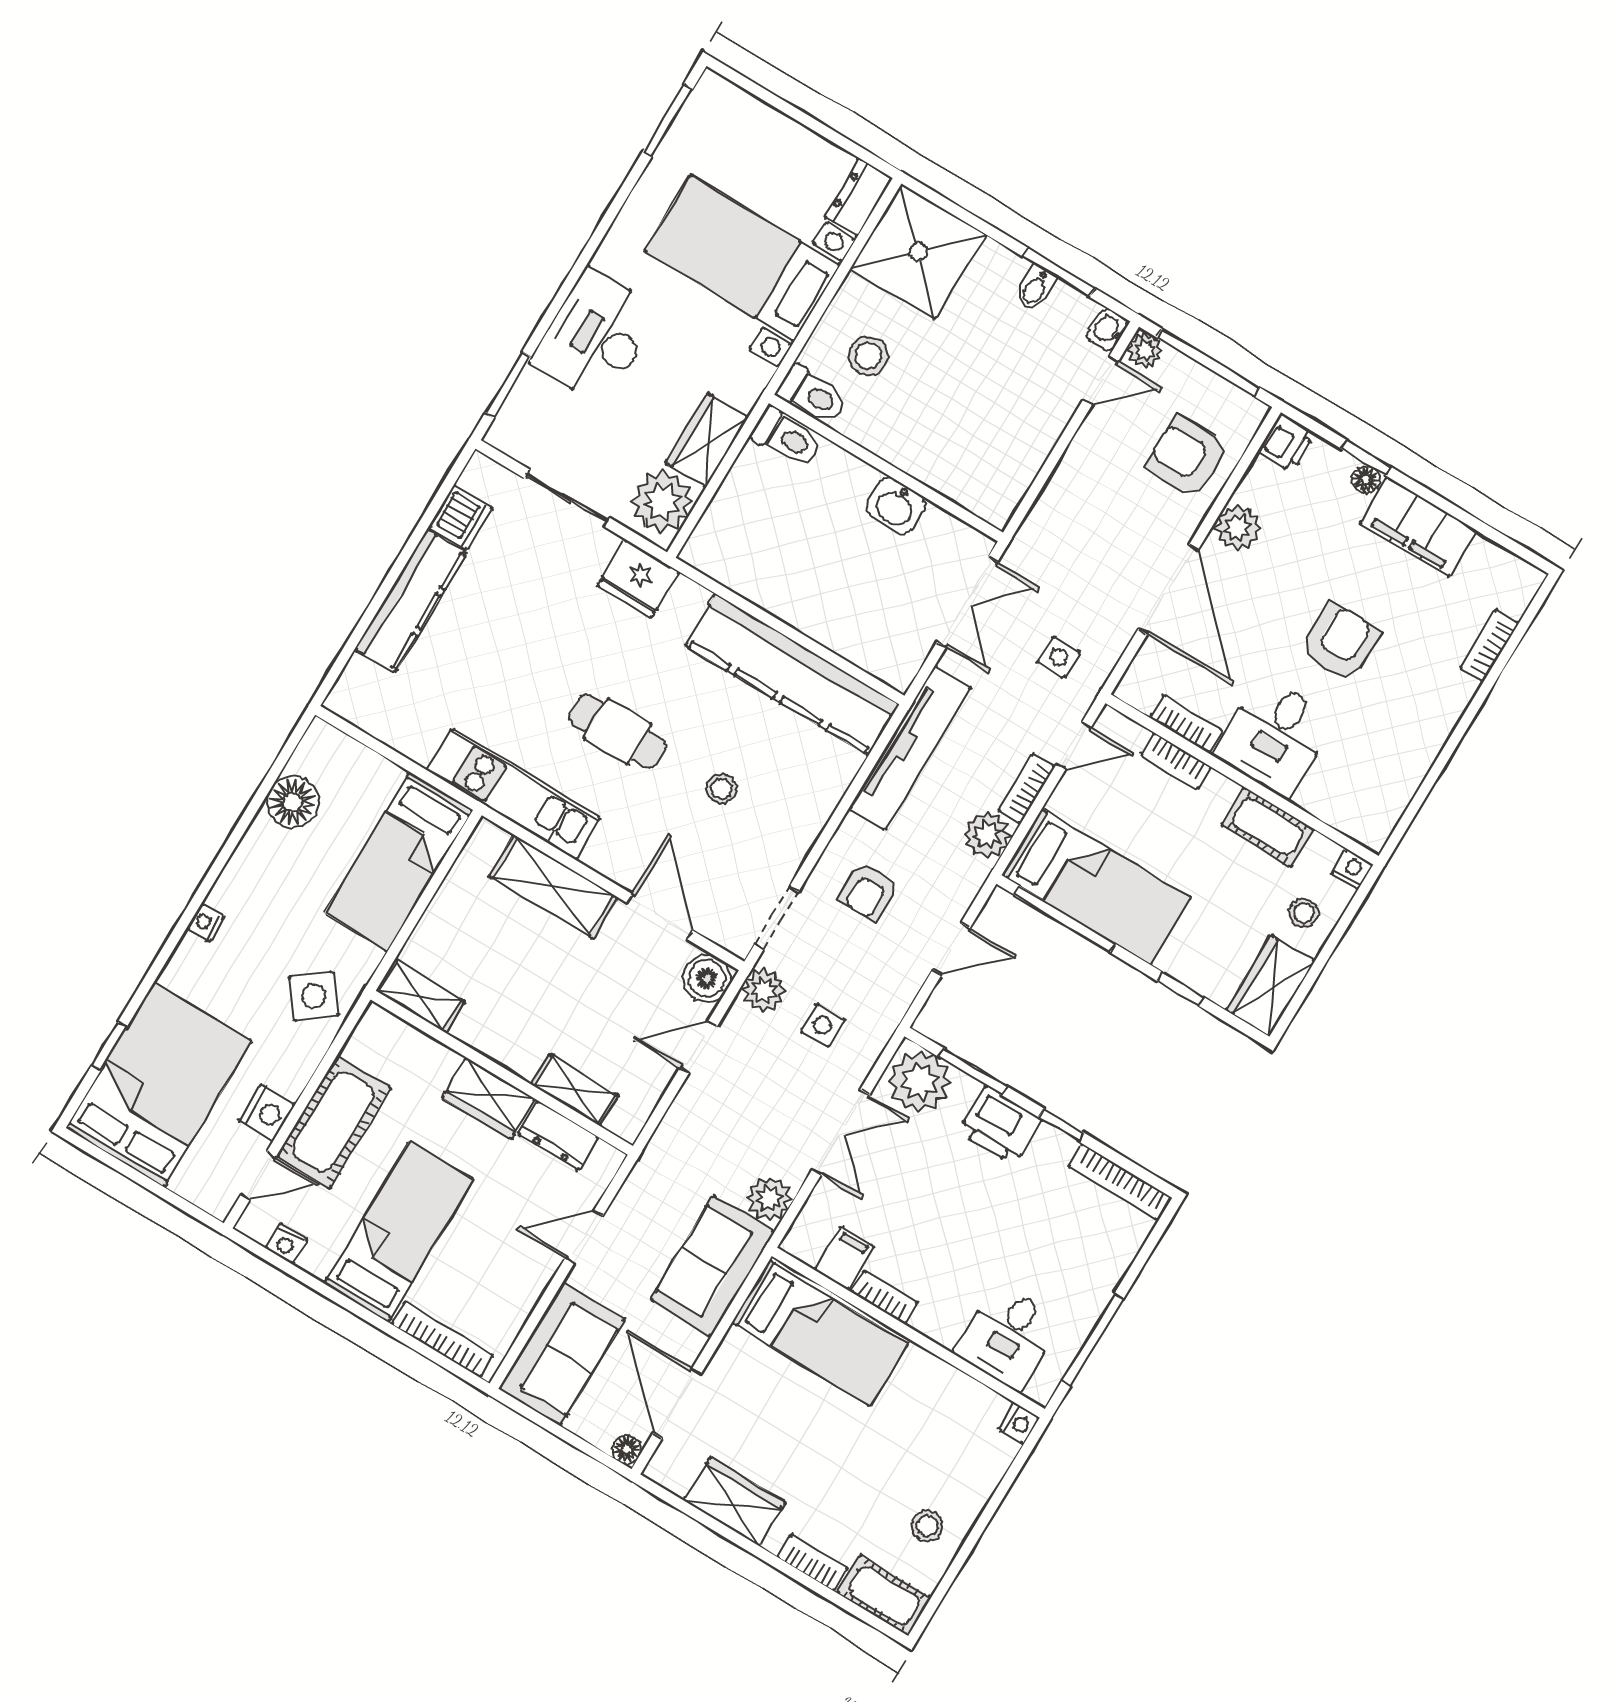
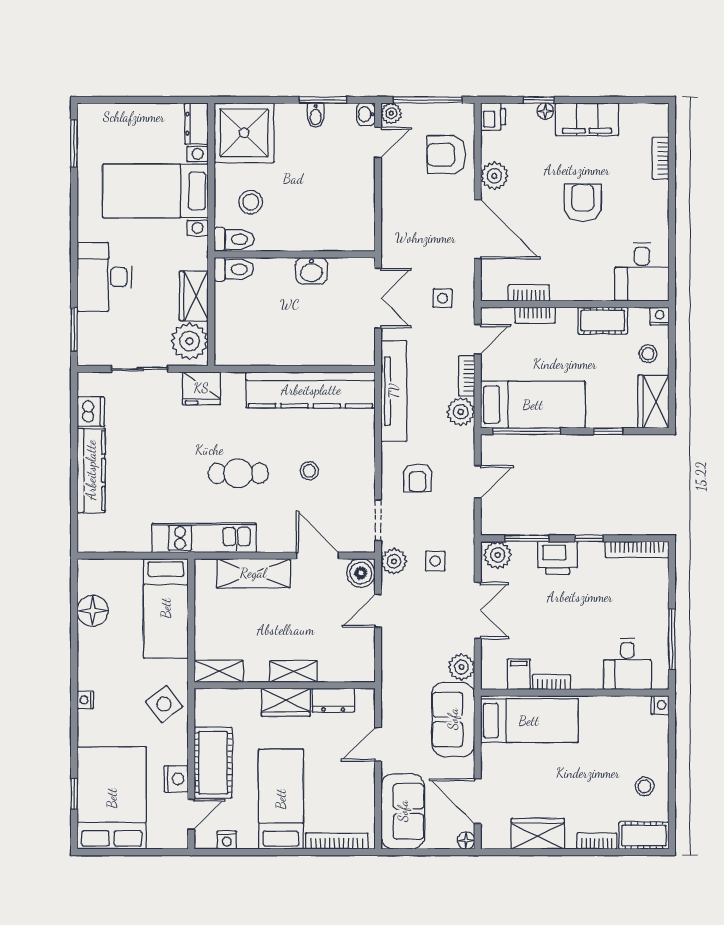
desk: (1275, 737) -> (642, 272), moved
plant: (920, 1082) -> (498, 555), width x0.73, depth x0.73
shelving: (575, 1090) -> (293, 672), moved

